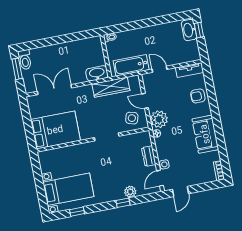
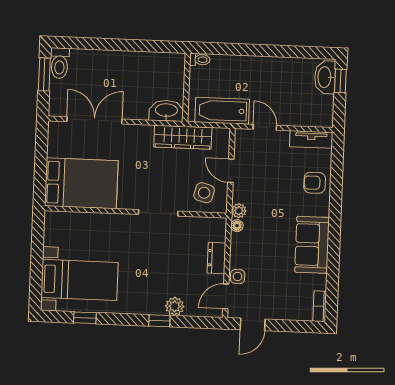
plant: (159, 119) -> (239, 211), width x0.53, depth x0.53

